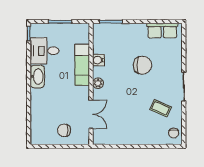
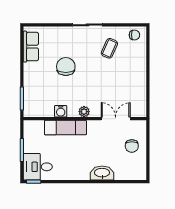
desk: (44, 51) -> (38, 167), moved, turned 90
washbasin: (37, 76) -> (102, 173), moved

